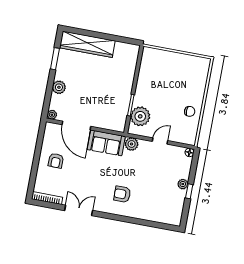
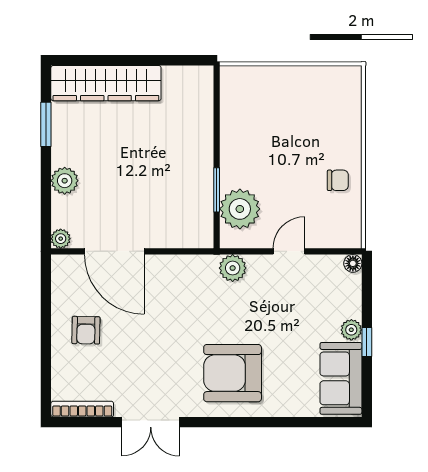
sofa: (106, 143) -> (341, 378), moved, turned 90
armchair: (122, 194) -> (233, 373), width x1.88, depth x1.88
double door: (79, 210) -> (151, 422), swing flipped

